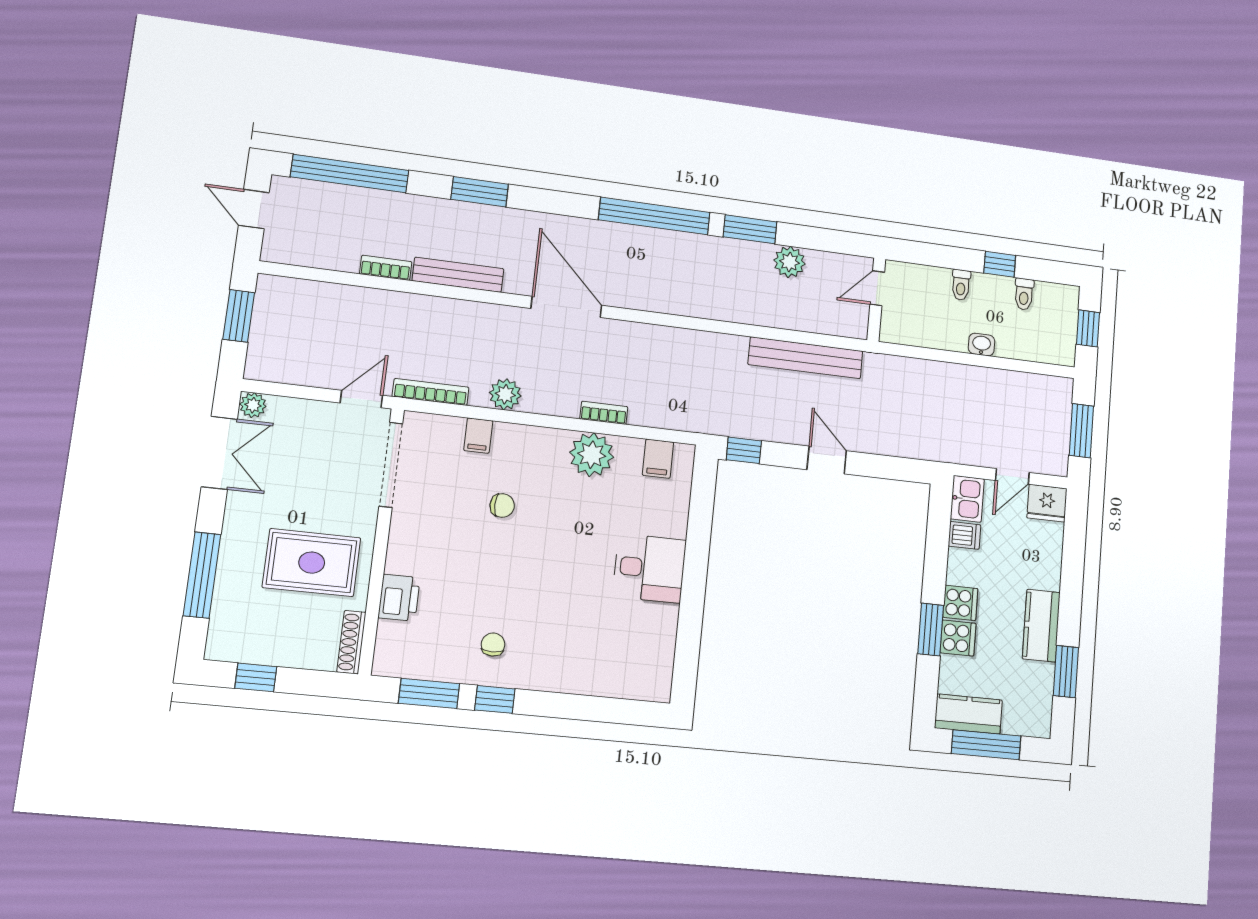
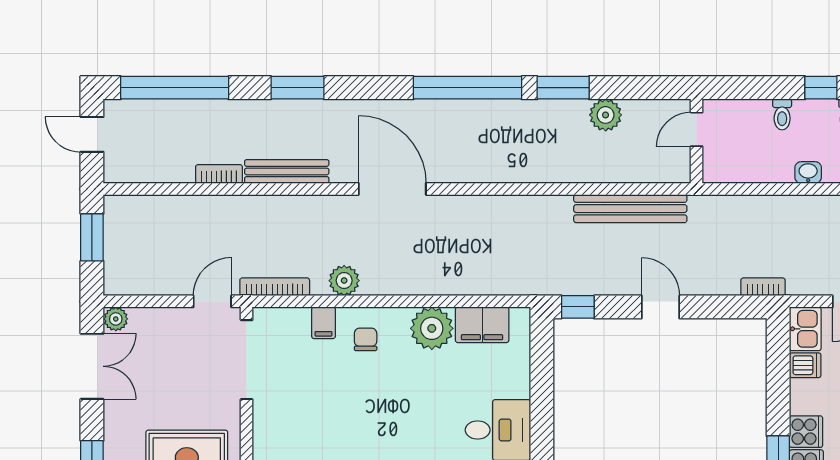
bookcase: (604, 413) -> (763, 287), moved
filing cabinet: (658, 459) -> (482, 325), width x2.00
chair: (502, 505) -> (366, 339), moved, turned -90

